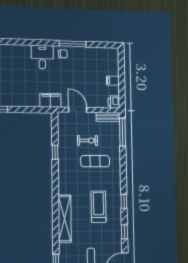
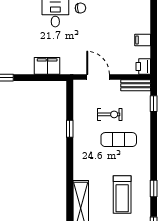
filing cabinet: (50, 100) -> (47, 66), moved
window: (123, 132) -> (154, 104), width x0.46
treadmill: (99, 207) -> (122, 195), turned 180

